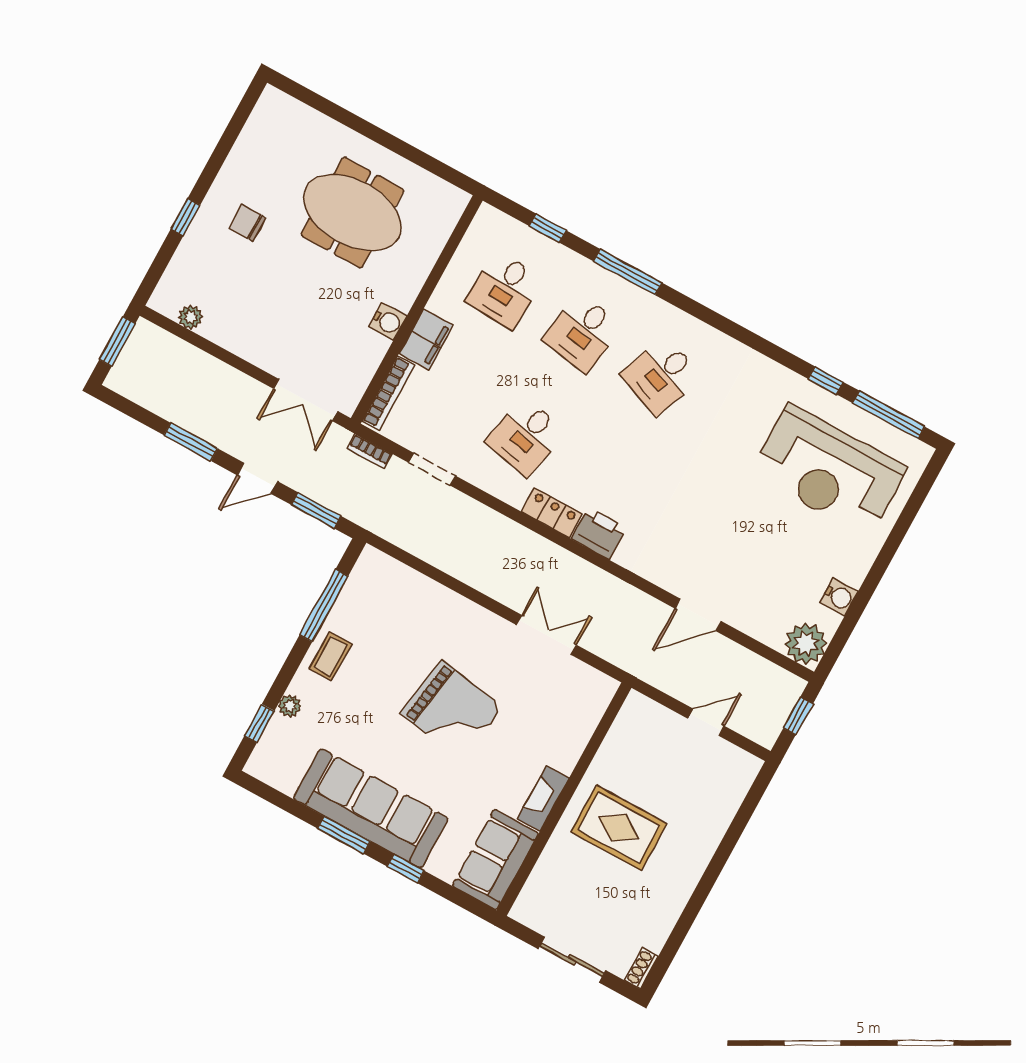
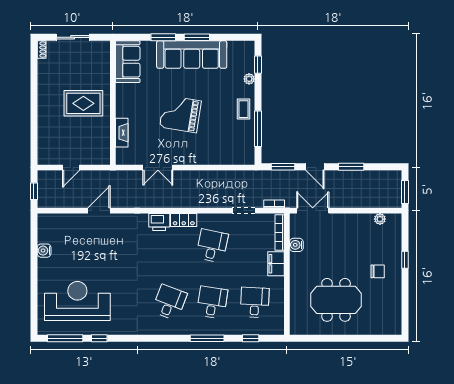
water cooler: (388, 322) -> (296, 245), moved
door: (258, 478) -> (315, 167), swing flipped
plant: (806, 644) -> (47, 223), removed
fireplace: (543, 798) -> (122, 133), moved
window: (406, 869) -> (163, 37), width x1.50

